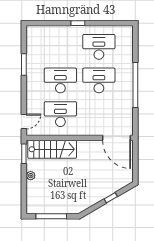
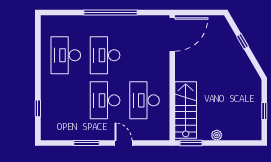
window: (78, 23) -> (38, 108), moved
door: (24, 121) -> (123, 143), moved
window: (51, 216) -> (264, 111), width x0.46

